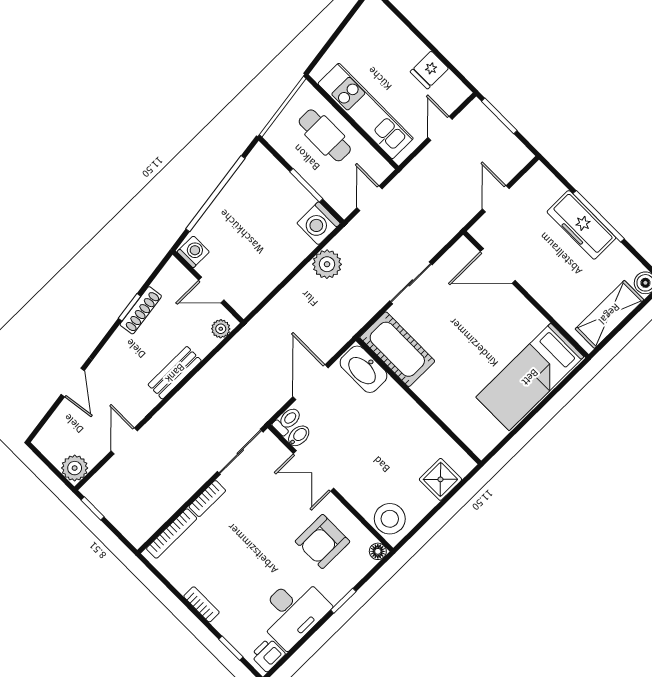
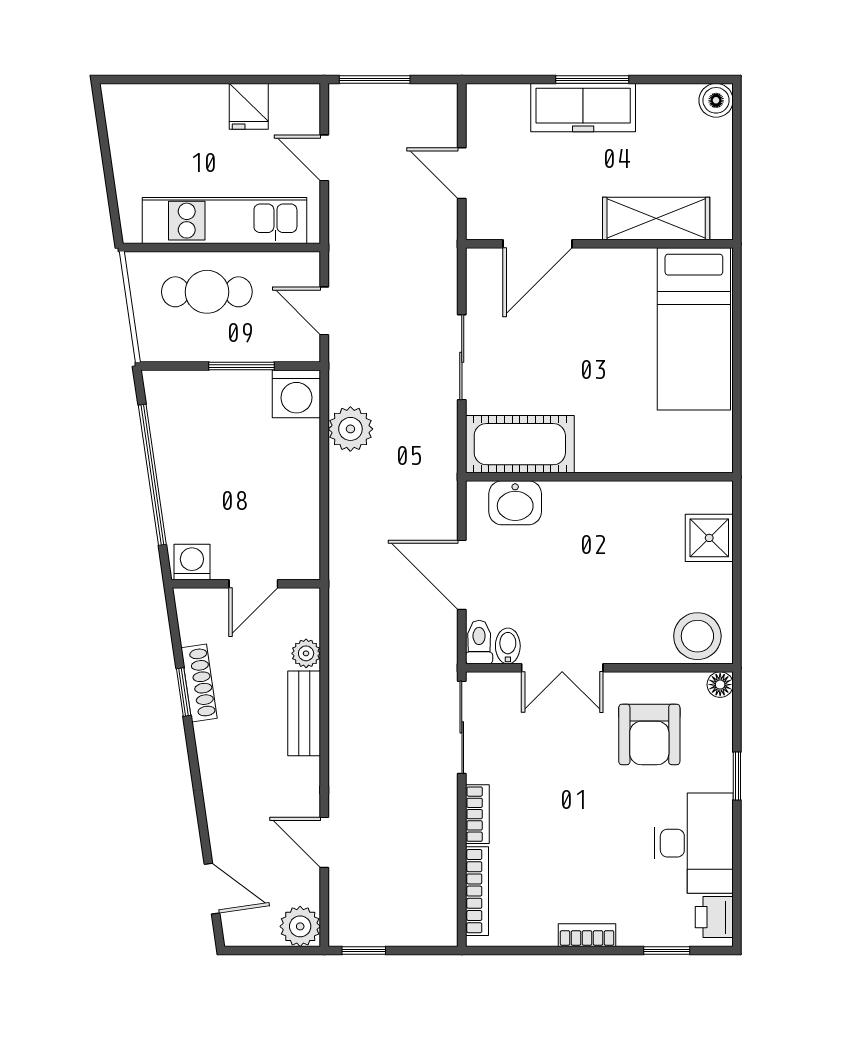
window: (599, 216) -> (592, 79), width x0.69
shelving: (609, 314) -> (656, 219), moved, turned 90
plant: (221, 329) -> (306, 653), moved
washbasin: (364, 369) -> (515, 503), width x0.72
door: (73, 382) -> (212, 889), moved

